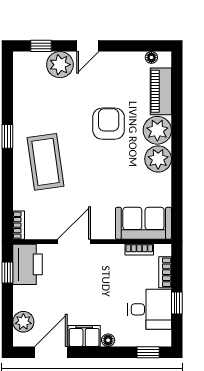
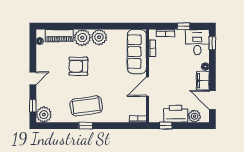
door: (88, 46) -> (33, 78), hinge flipped
plant: (60, 65) -> (44, 115), moved
coffee table: (46, 162) -> (86, 106), moved
sofa: (143, 223) -> (137, 52), width x1.36
door: (74, 242) -> (148, 87), hinge flipped
printer: (27, 264) -> (176, 114), moved
desk: (150, 309) -> (197, 42), moved

